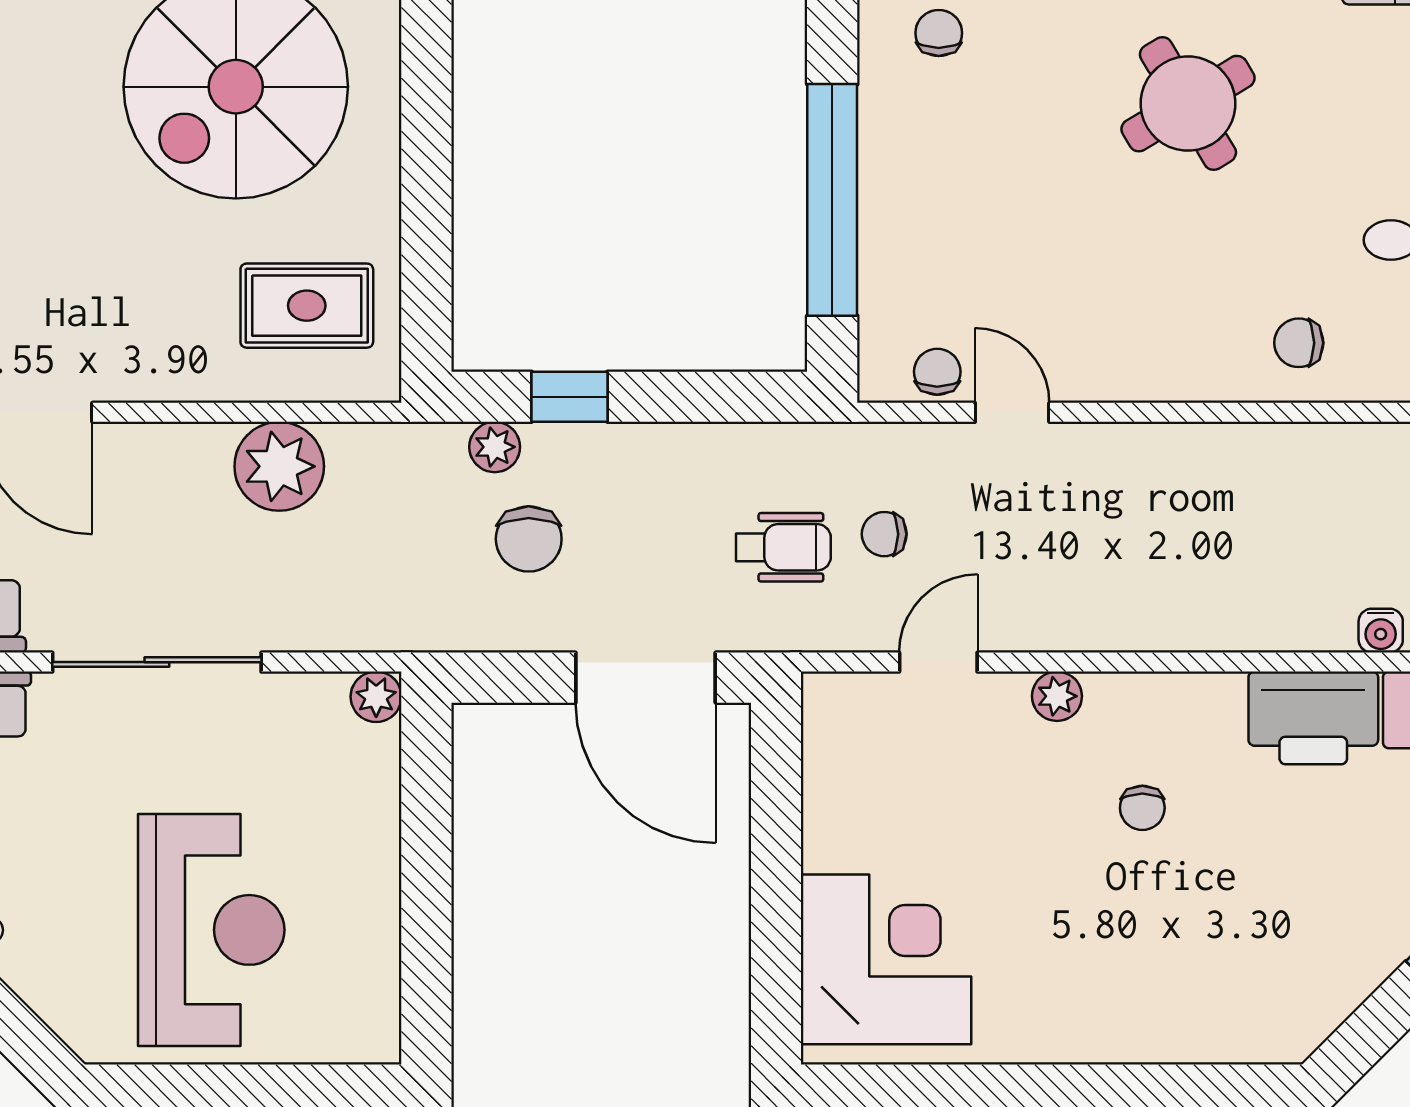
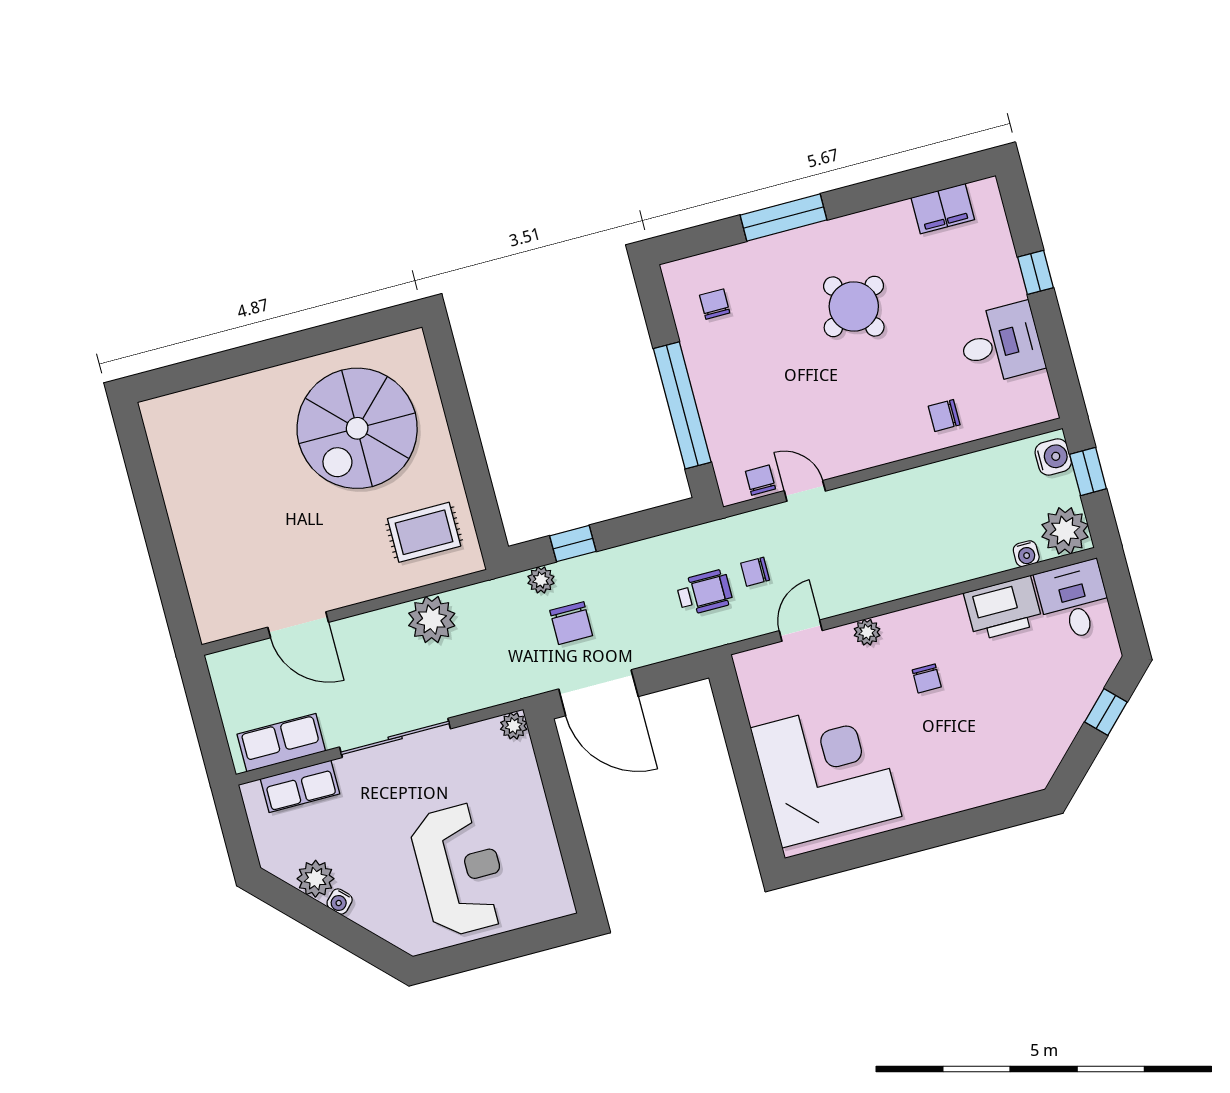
door: (646, 678) -> (598, 693), moved
corner desk: (886, 959) -> (826, 772), width x1.36, depth x1.36

